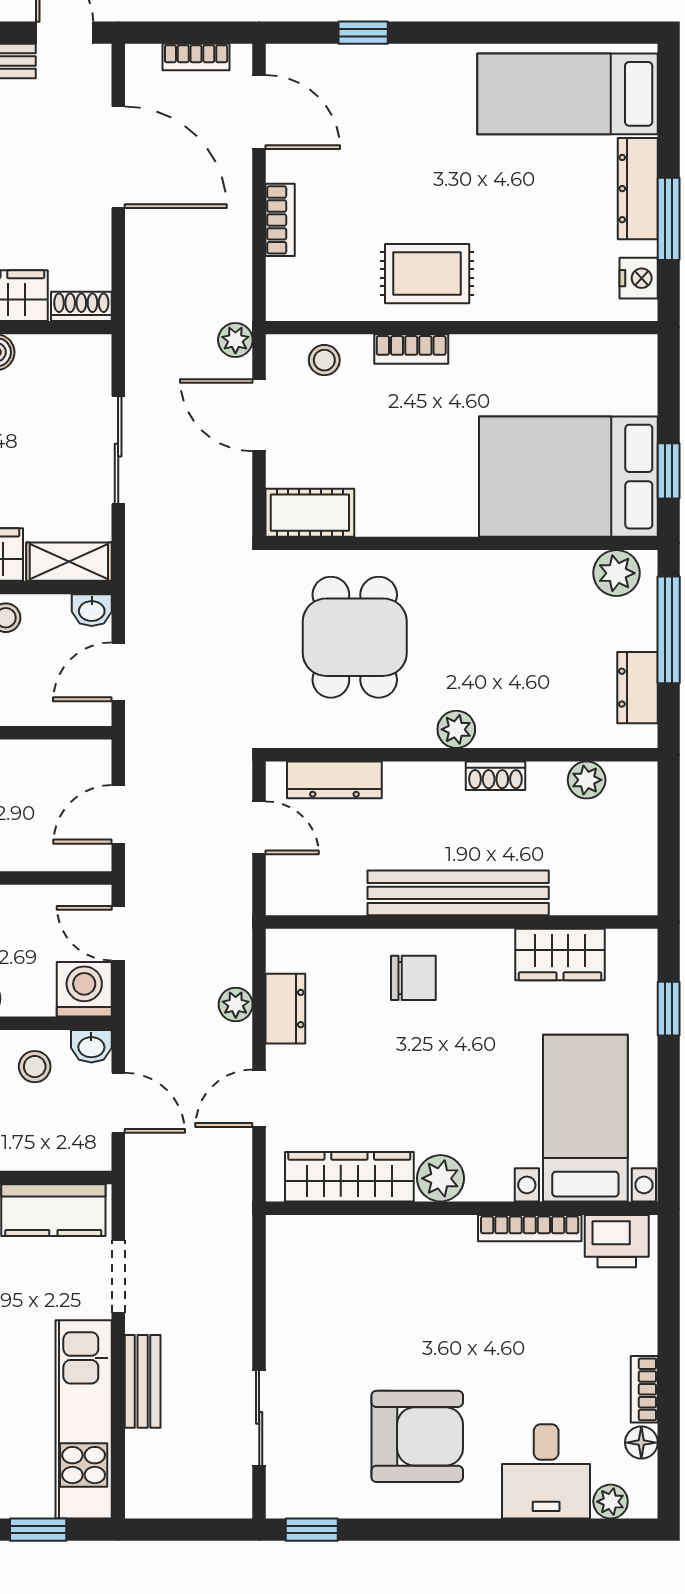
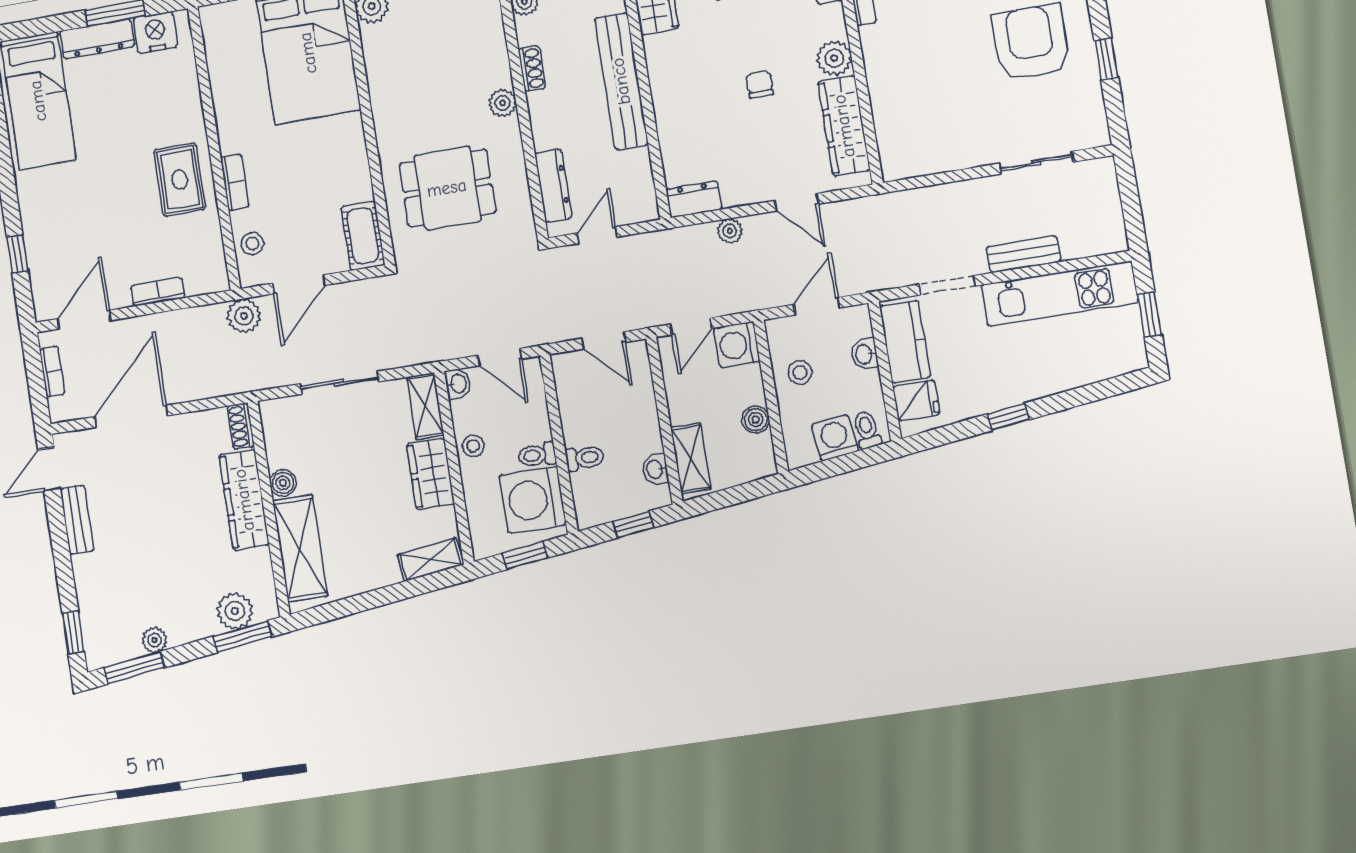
nightstand: (639, 278) -> (155, 32), width x1.36, depth x1.33
plant: (235, 340) -> (244, 316), width x1.38, depth x1.38
chair: (413, 978) -> (760, 84), moved, width x0.73, depth x0.73
dresser: (285, 1009) -> (694, 199), moved
washbasin: (91, 1046) -> (864, 354), moved, turned 180
window: (312, 1530) -> (1106, 59), moved

